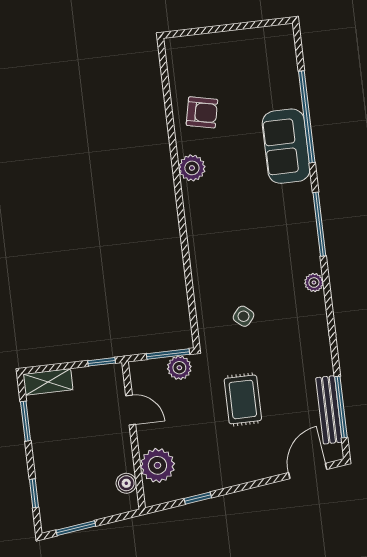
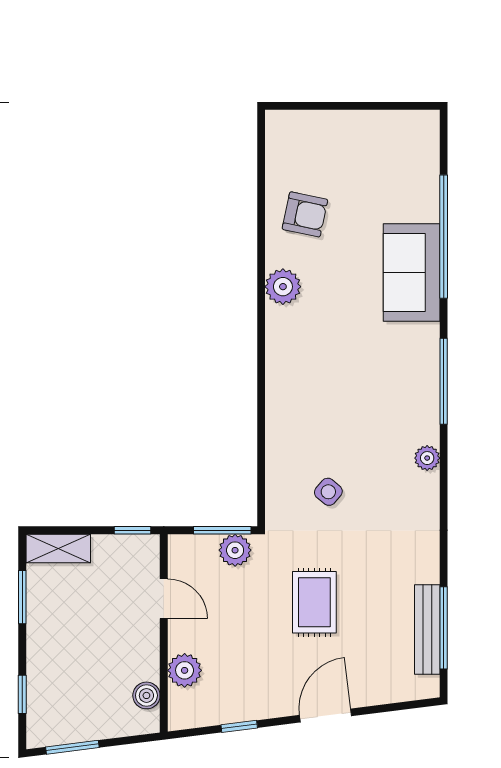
plant: (157, 465) -> (185, 670), width x0.73, depth x0.73
door: (308, 471) -> (326, 716), moved

